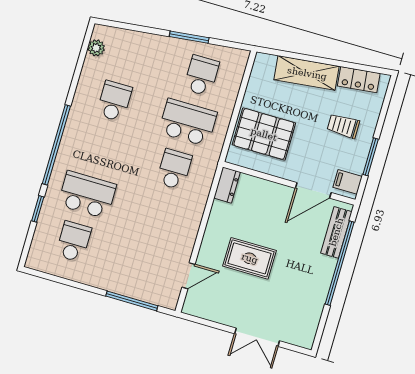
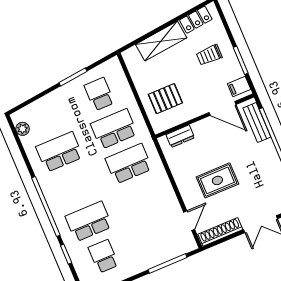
school desk: (114, 101) -> (59, 152), width x1.85
pallet: (264, 134) -> (165, 99), width x0.67, depth x0.71
school desk: (174, 169) -> (129, 164), width x1.85
dresser: (227, 185) -> (180, 136), moved, turned 90
door: (313, 190) -> (223, 108), hinge flipped
shoe rack: (211, 312) -> (220, 232), added

